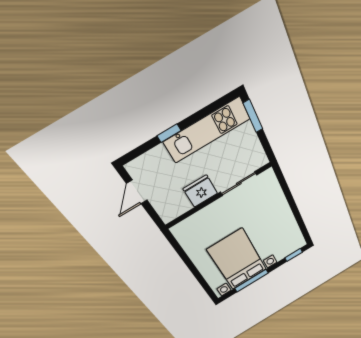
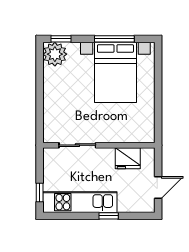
window: (253, 116) -> (40, 192), width x0.67
fridge: (200, 191) -> (128, 158), moved
plant: (294, 242) -> (55, 54), added

